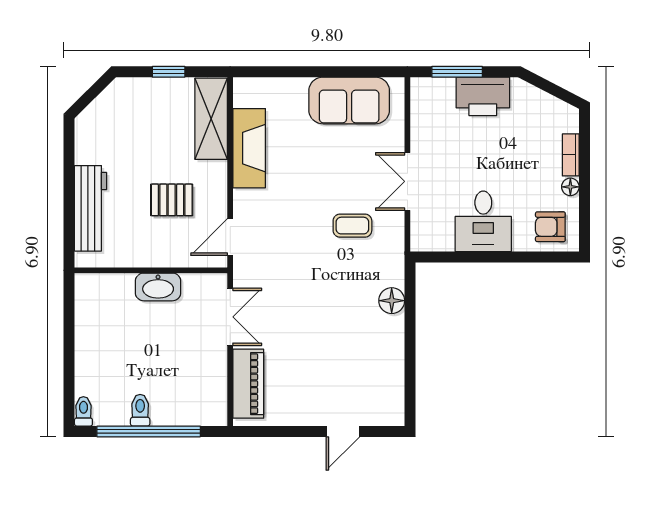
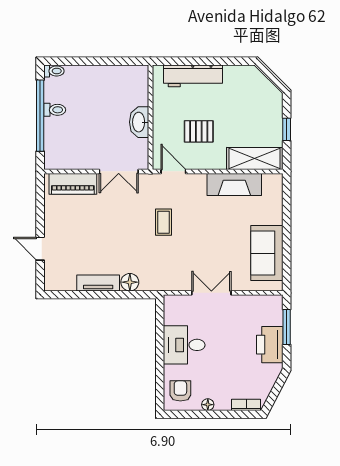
bookcase: (571, 155) -> (246, 405), moved
pallet: (172, 200) -> (199, 131), turned 90
coffee table: (352, 226) -> (164, 222), moved
tv unit: (393, 347) -> (98, 283), added

